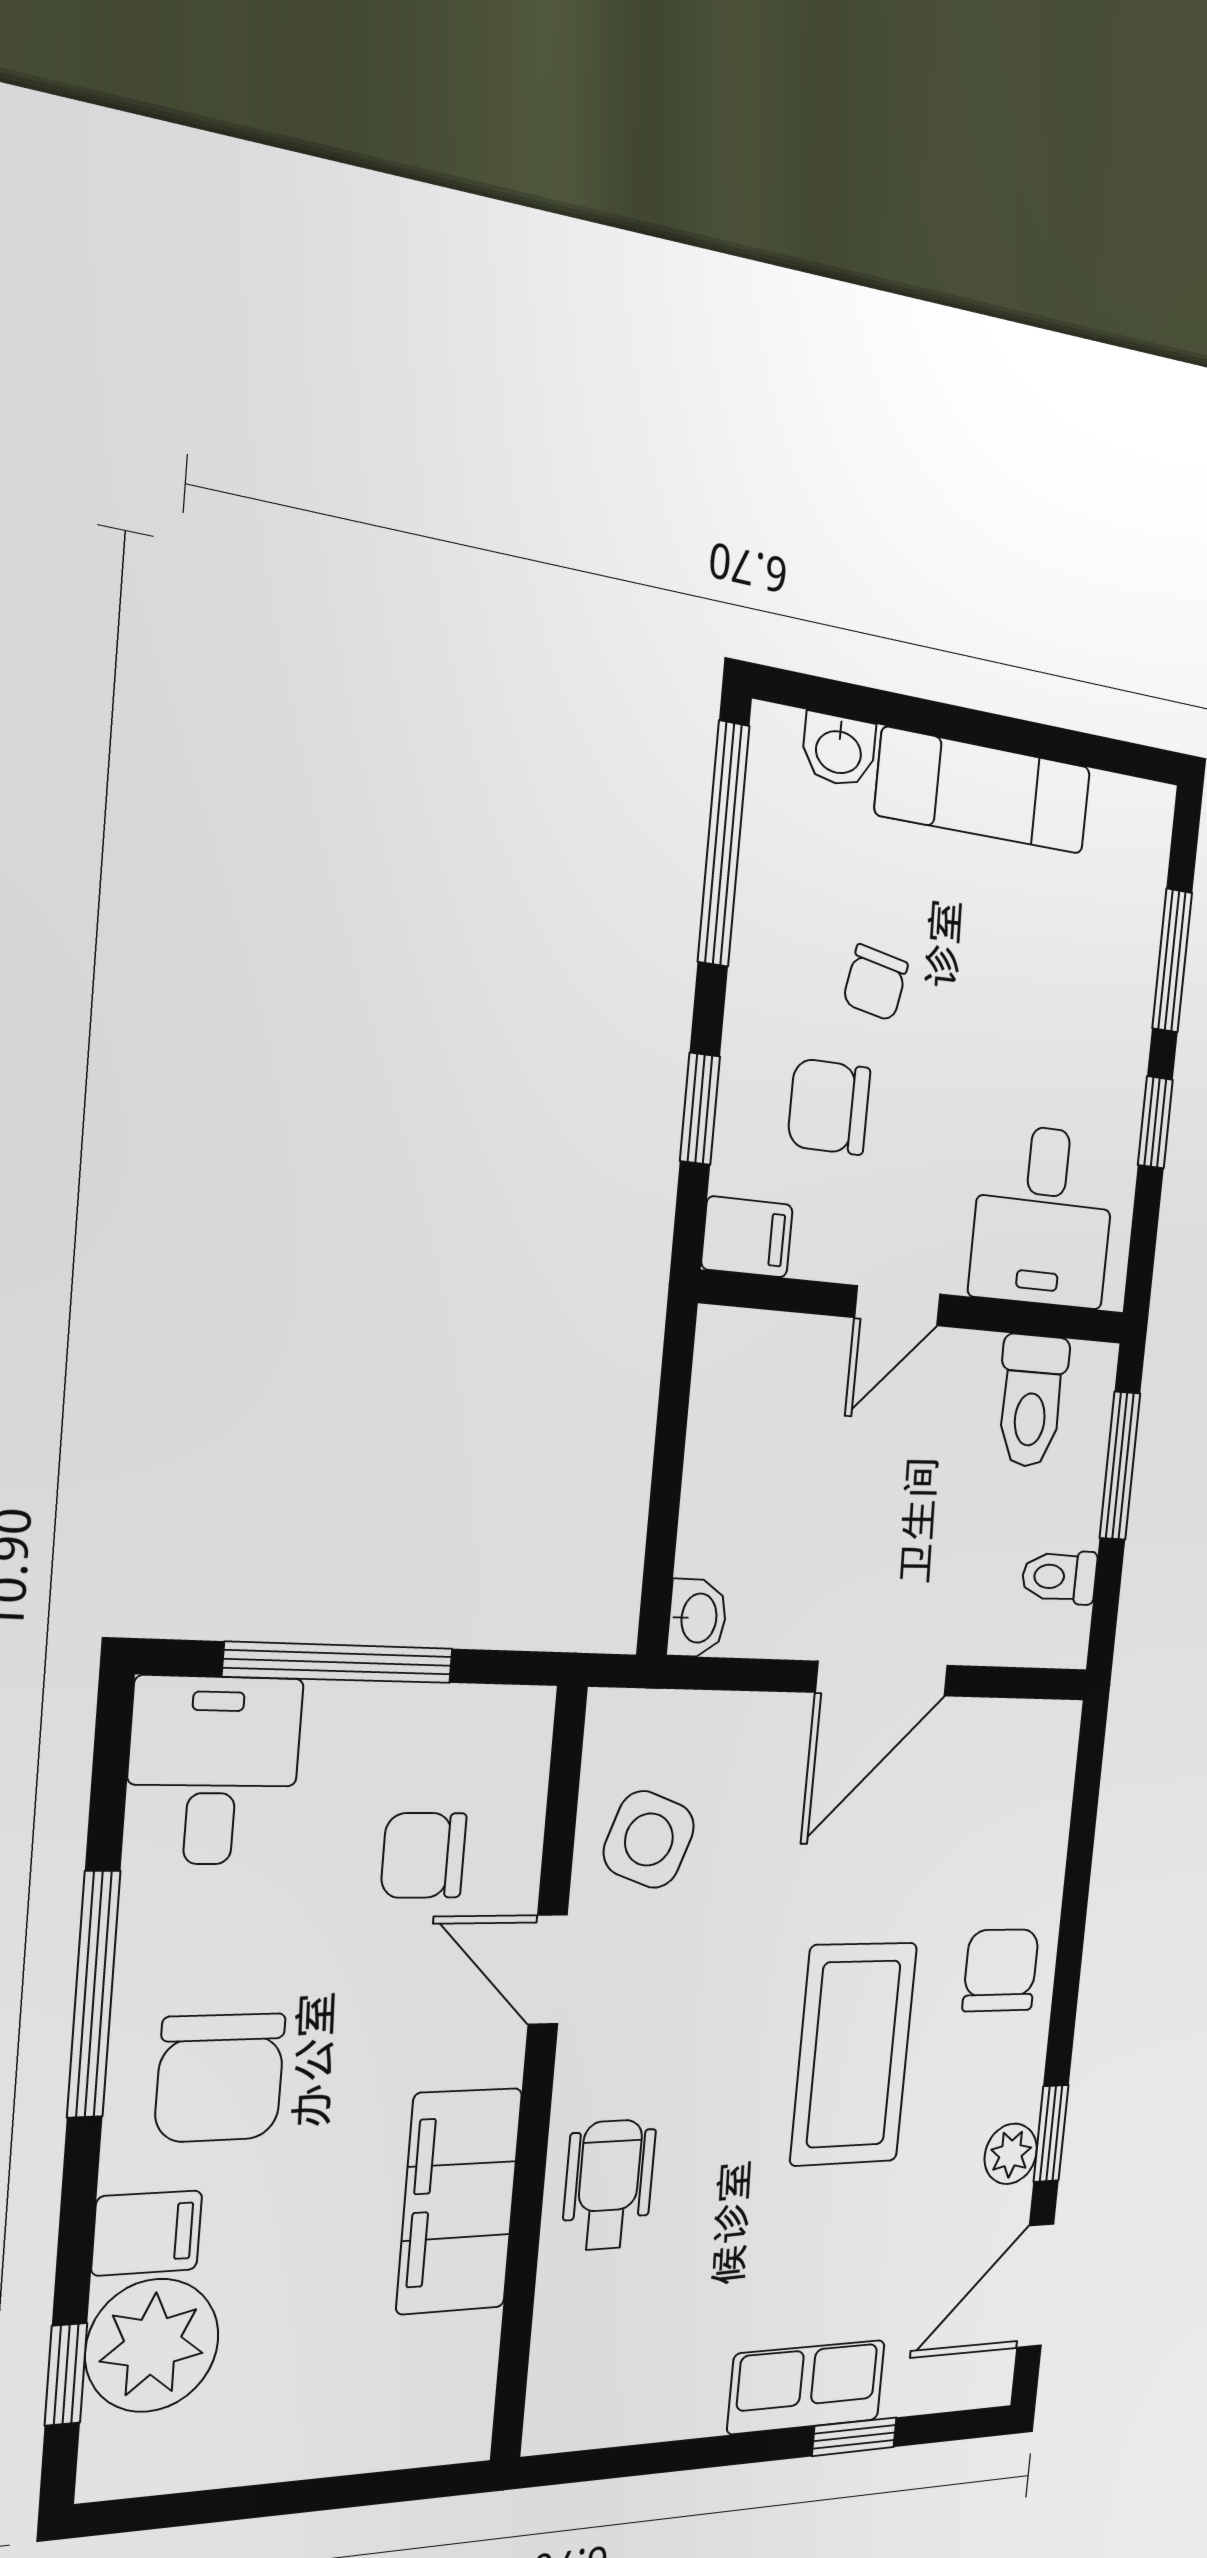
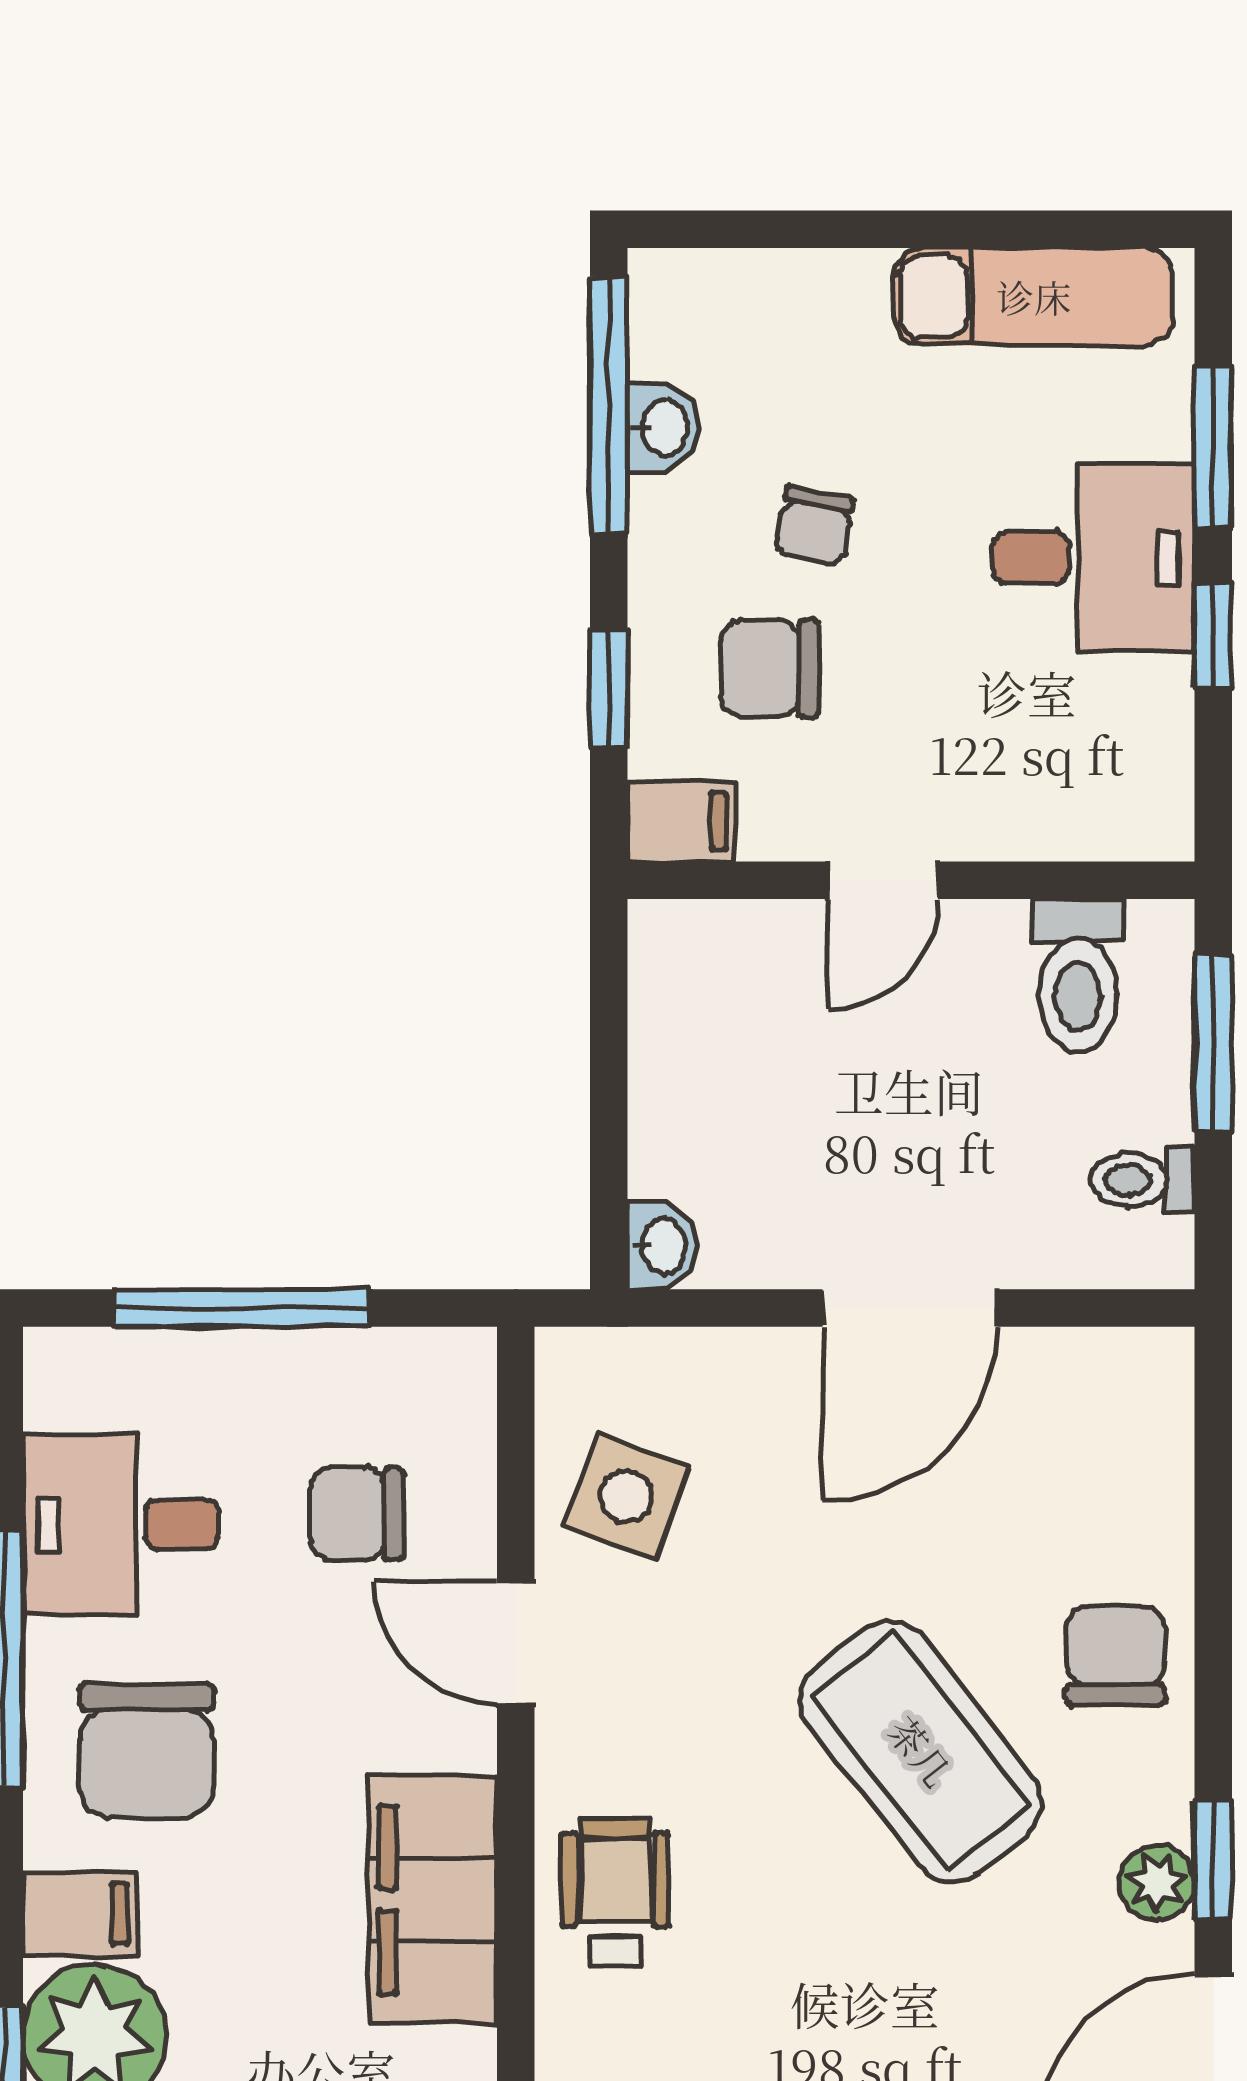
washbasin: (839, 750) -> (663, 428), moved, turned -90
exam couch: (984, 791) -> (1034, 297), moved
desk: (1043, 1216) -> (1094, 558), moved, turned -90
desk: (213, 1771) -> (121, 1525), moved, turned -90
coffee table: (854, 2054) -> (921, 1751), turned -38

